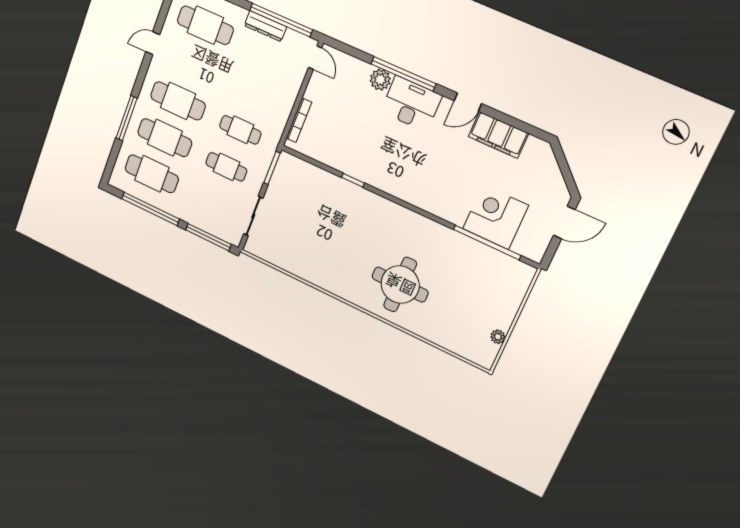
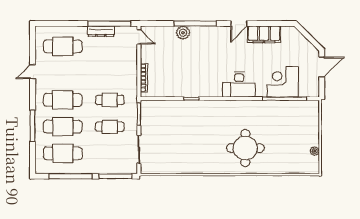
desk: (411, 104) -> (239, 85), moved, turned 180

